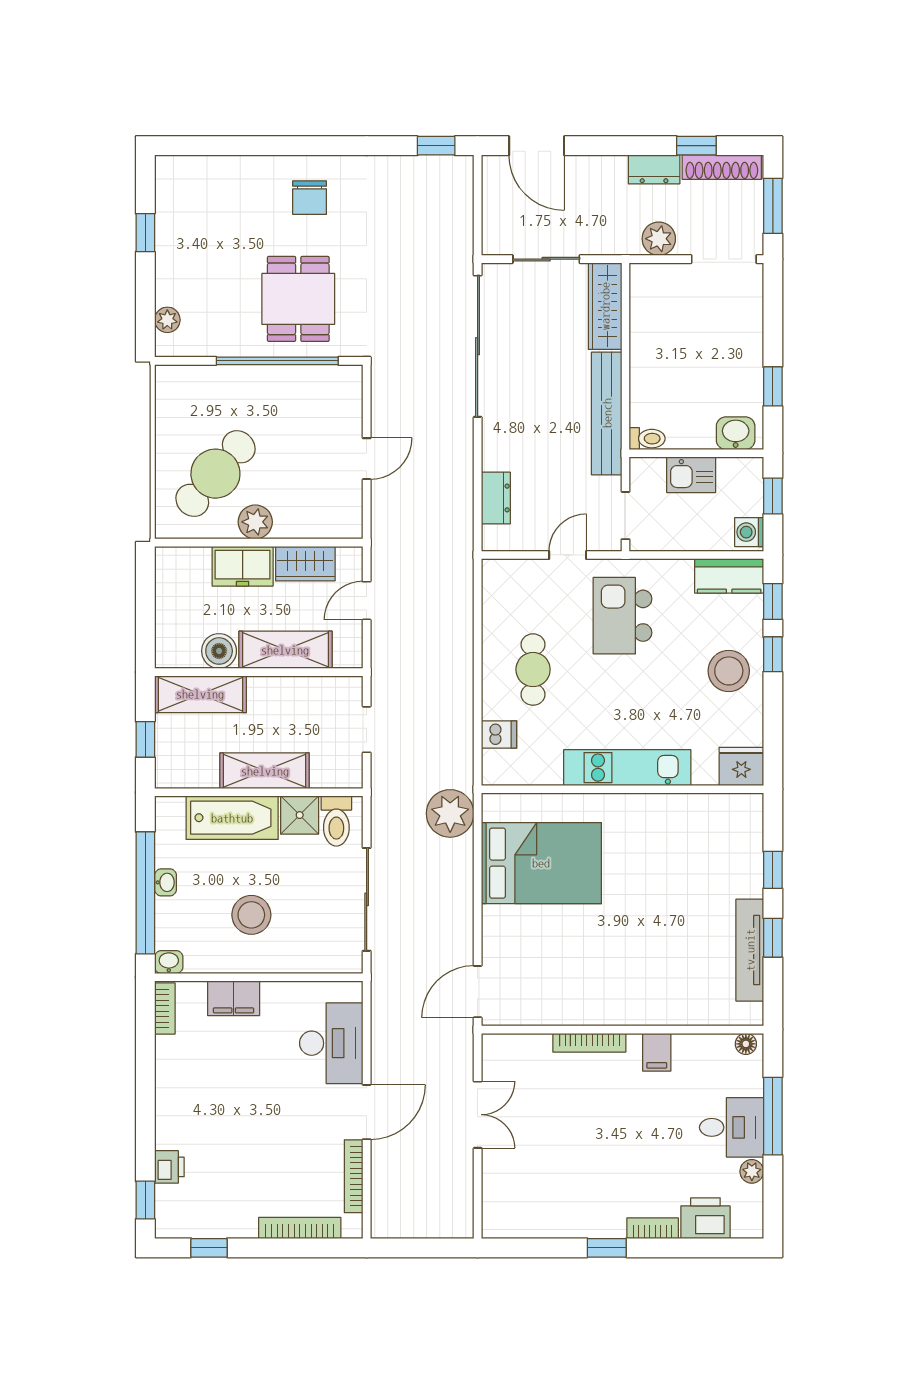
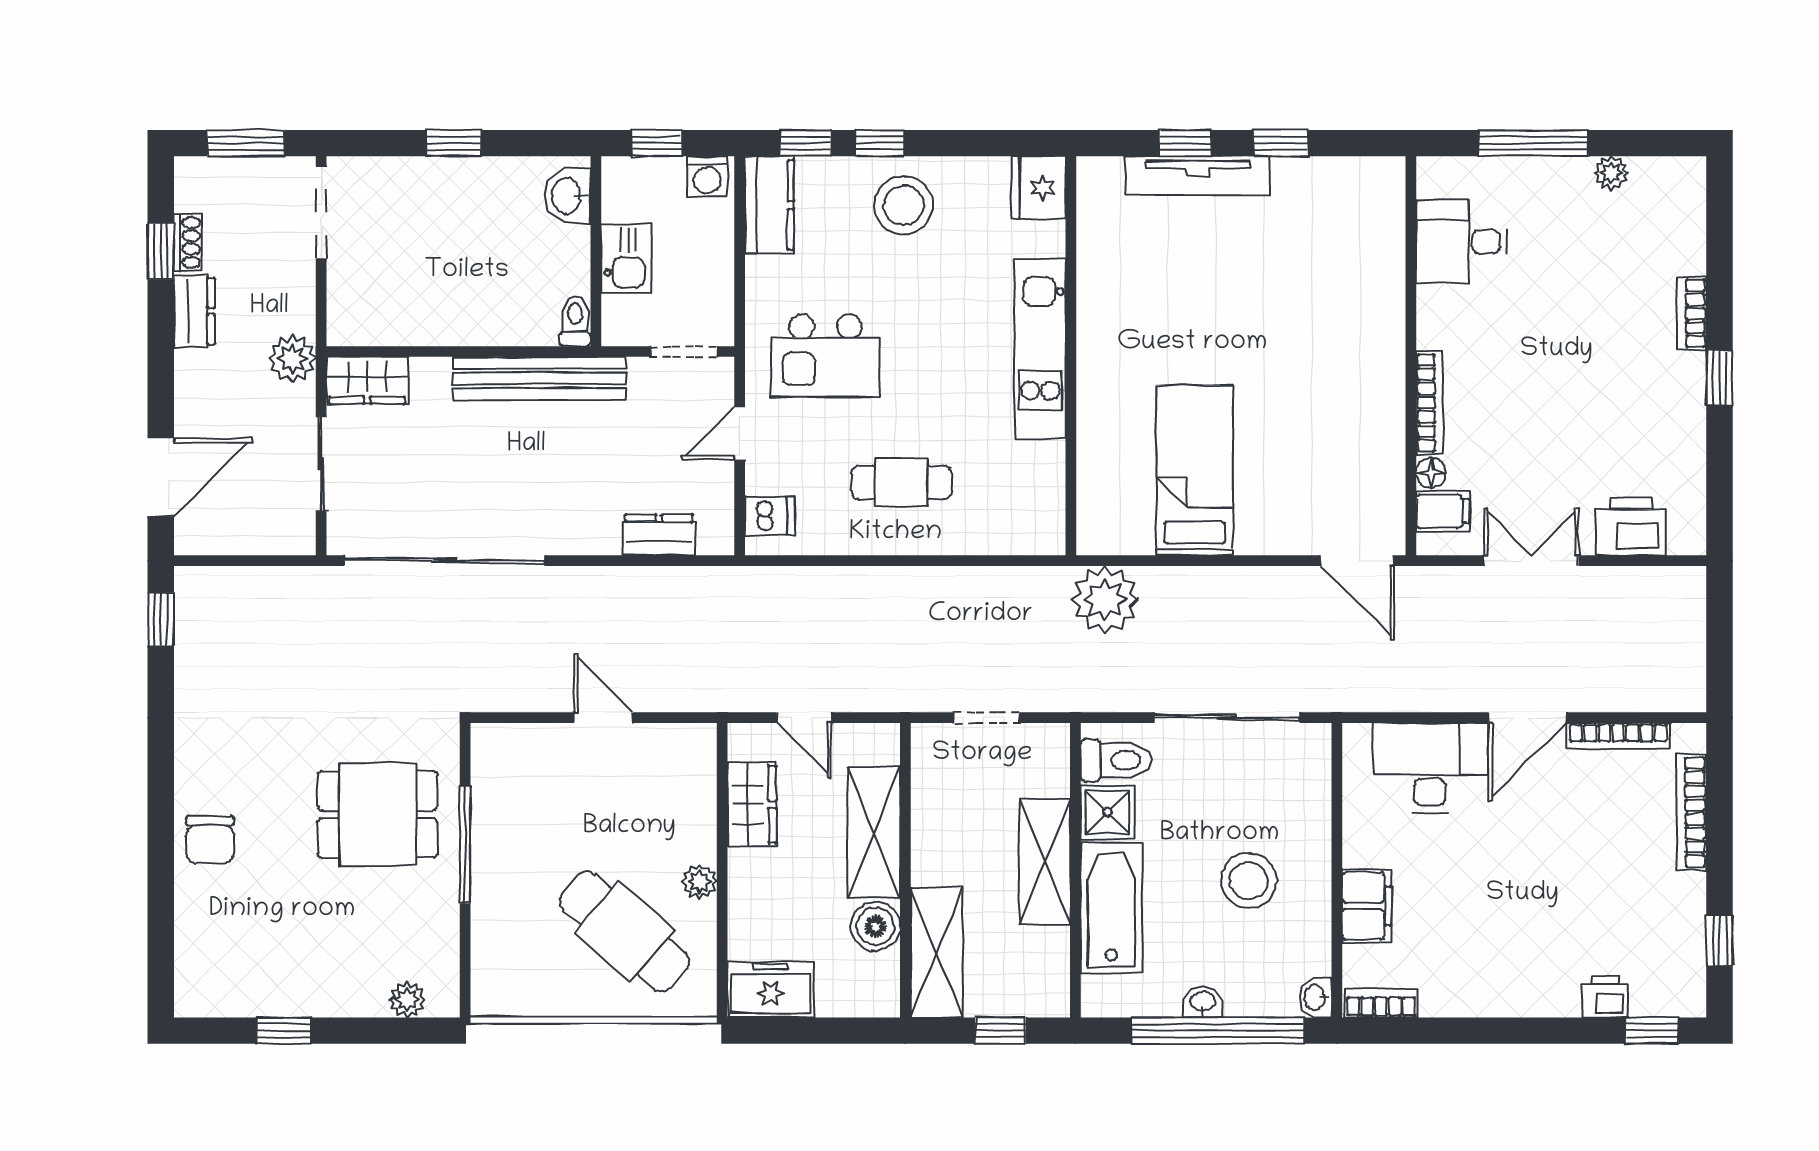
shoe rack: (722, 167) -> (188, 242), width x0.51, depth x0.81
chair: (310, 198) -> (210, 840), moved, turned 90
plant: (659, 239) -> (292, 359), moved
wardrobe: (605, 306) -> (367, 380), width x0.67
window: (277, 361) -> (465, 844), width x0.68
window: (773, 386) -> (454, 143), moved
plant: (255, 522) -> (699, 882), width x0.73, depth x0.73
door: (568, 555) -> (740, 433), hinge flipped
freezer: (243, 566) -> (771, 989), moved, turned -90
dishwasher: (499, 735) -> (770, 516), moved, turned 90
bed: (541, 863) -> (1195, 470), width x0.67
tv unit: (750, 950) -> (1198, 176), moved
floor lamp: (746, 1044) -> (1431, 473), moved
filing cabinet: (657, 1052) -> (1443, 511), moved
door: (367, 1112) -> (1528, 718), swing flipped
desk: (732, 1127) -> (1461, 242), moved, turned -90
printer: (705, 1218) -> (1631, 527), moved, turned 90

